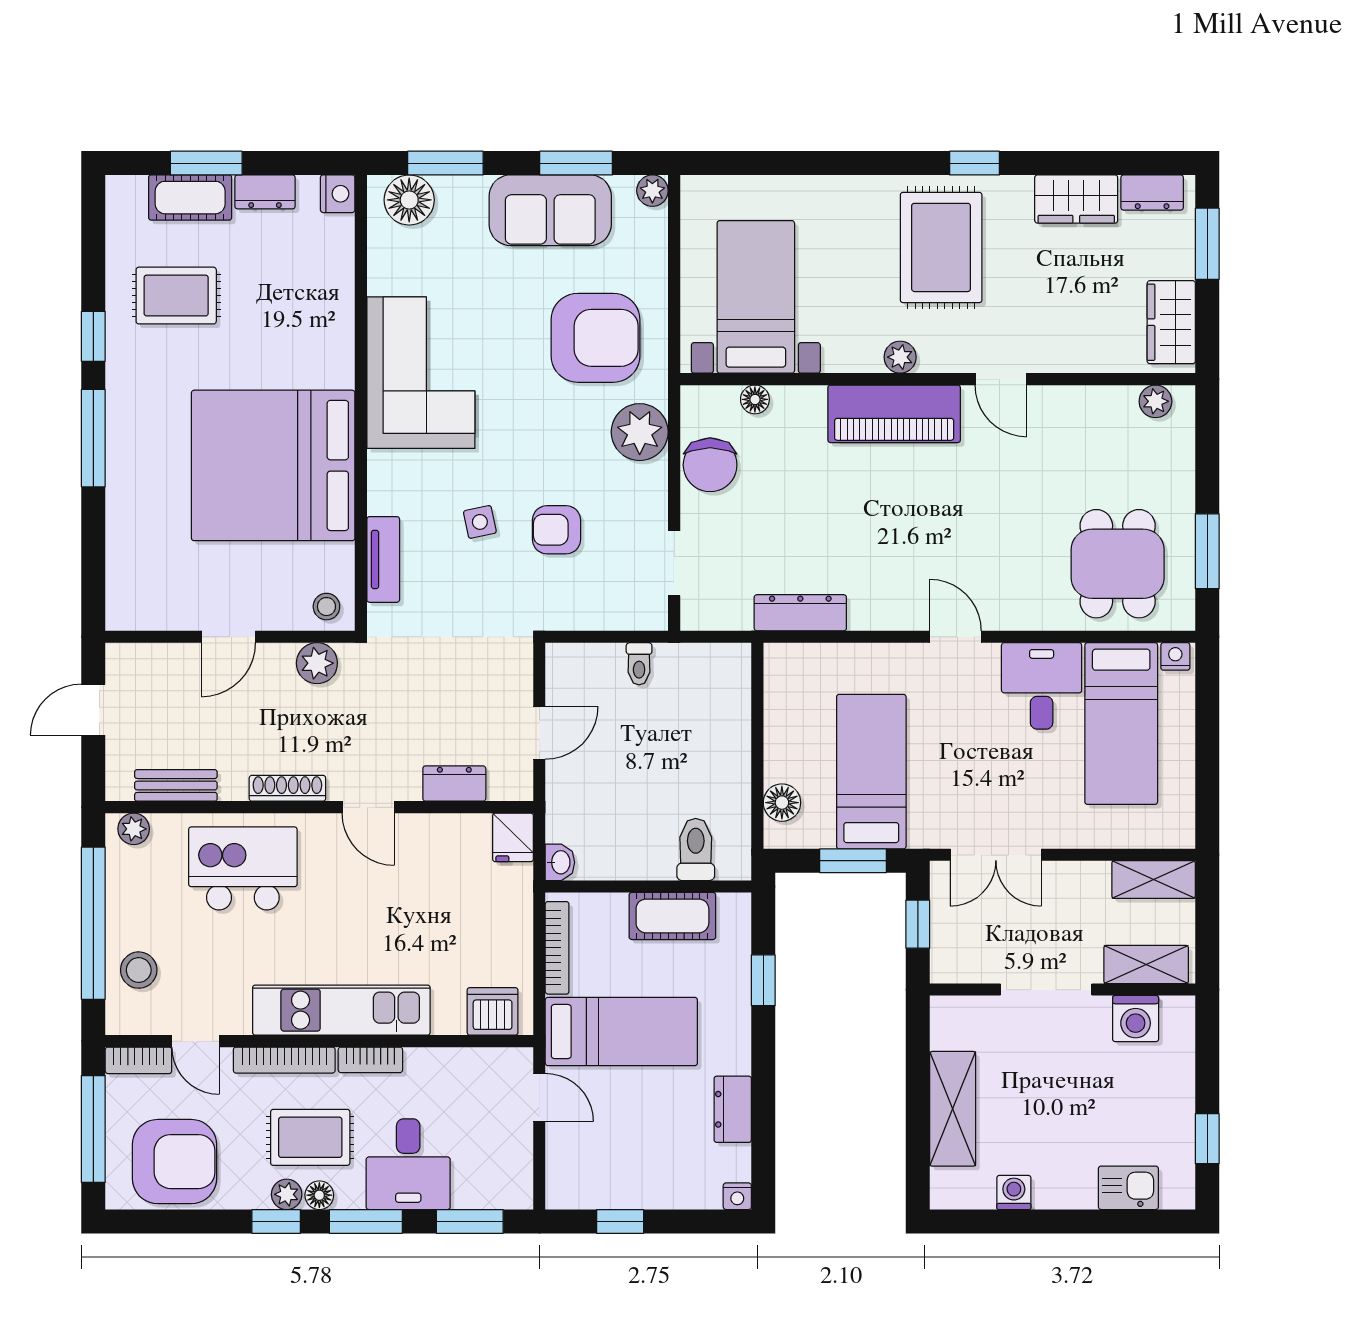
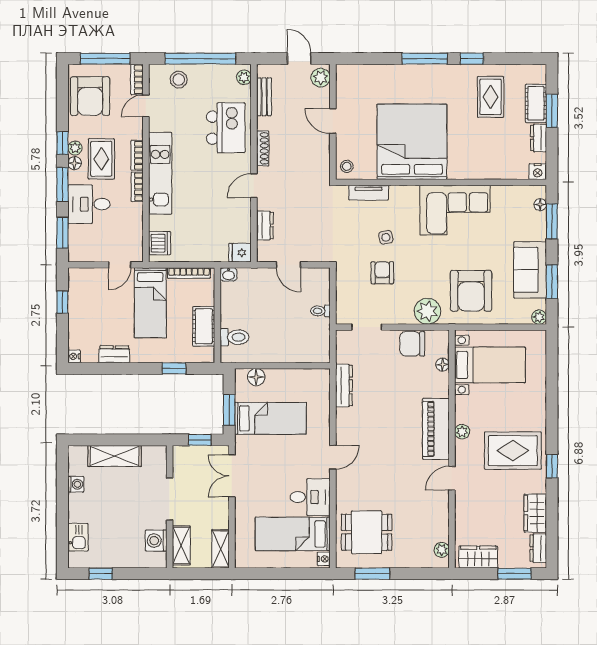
floor lamp: (409, 200) -> (540, 205), width x0.53, depth x0.53
plant: (317, 663) -> (321, 78), moved
bookcase: (284, 1060) -> (137, 155), width x0.64

